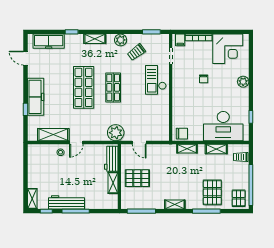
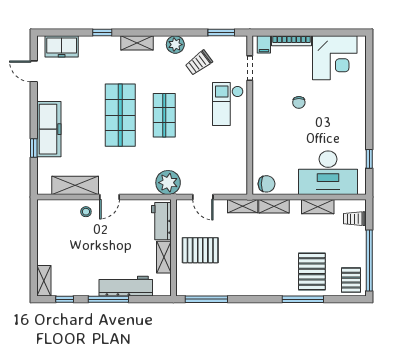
freezer: (49, 41) -> (62, 46), width x0.71
plant: (243, 82) -> (358, 107), removed
workbench: (67, 202) -> (126, 286), moved
shelving: (175, 204) -> (243, 206), moved

